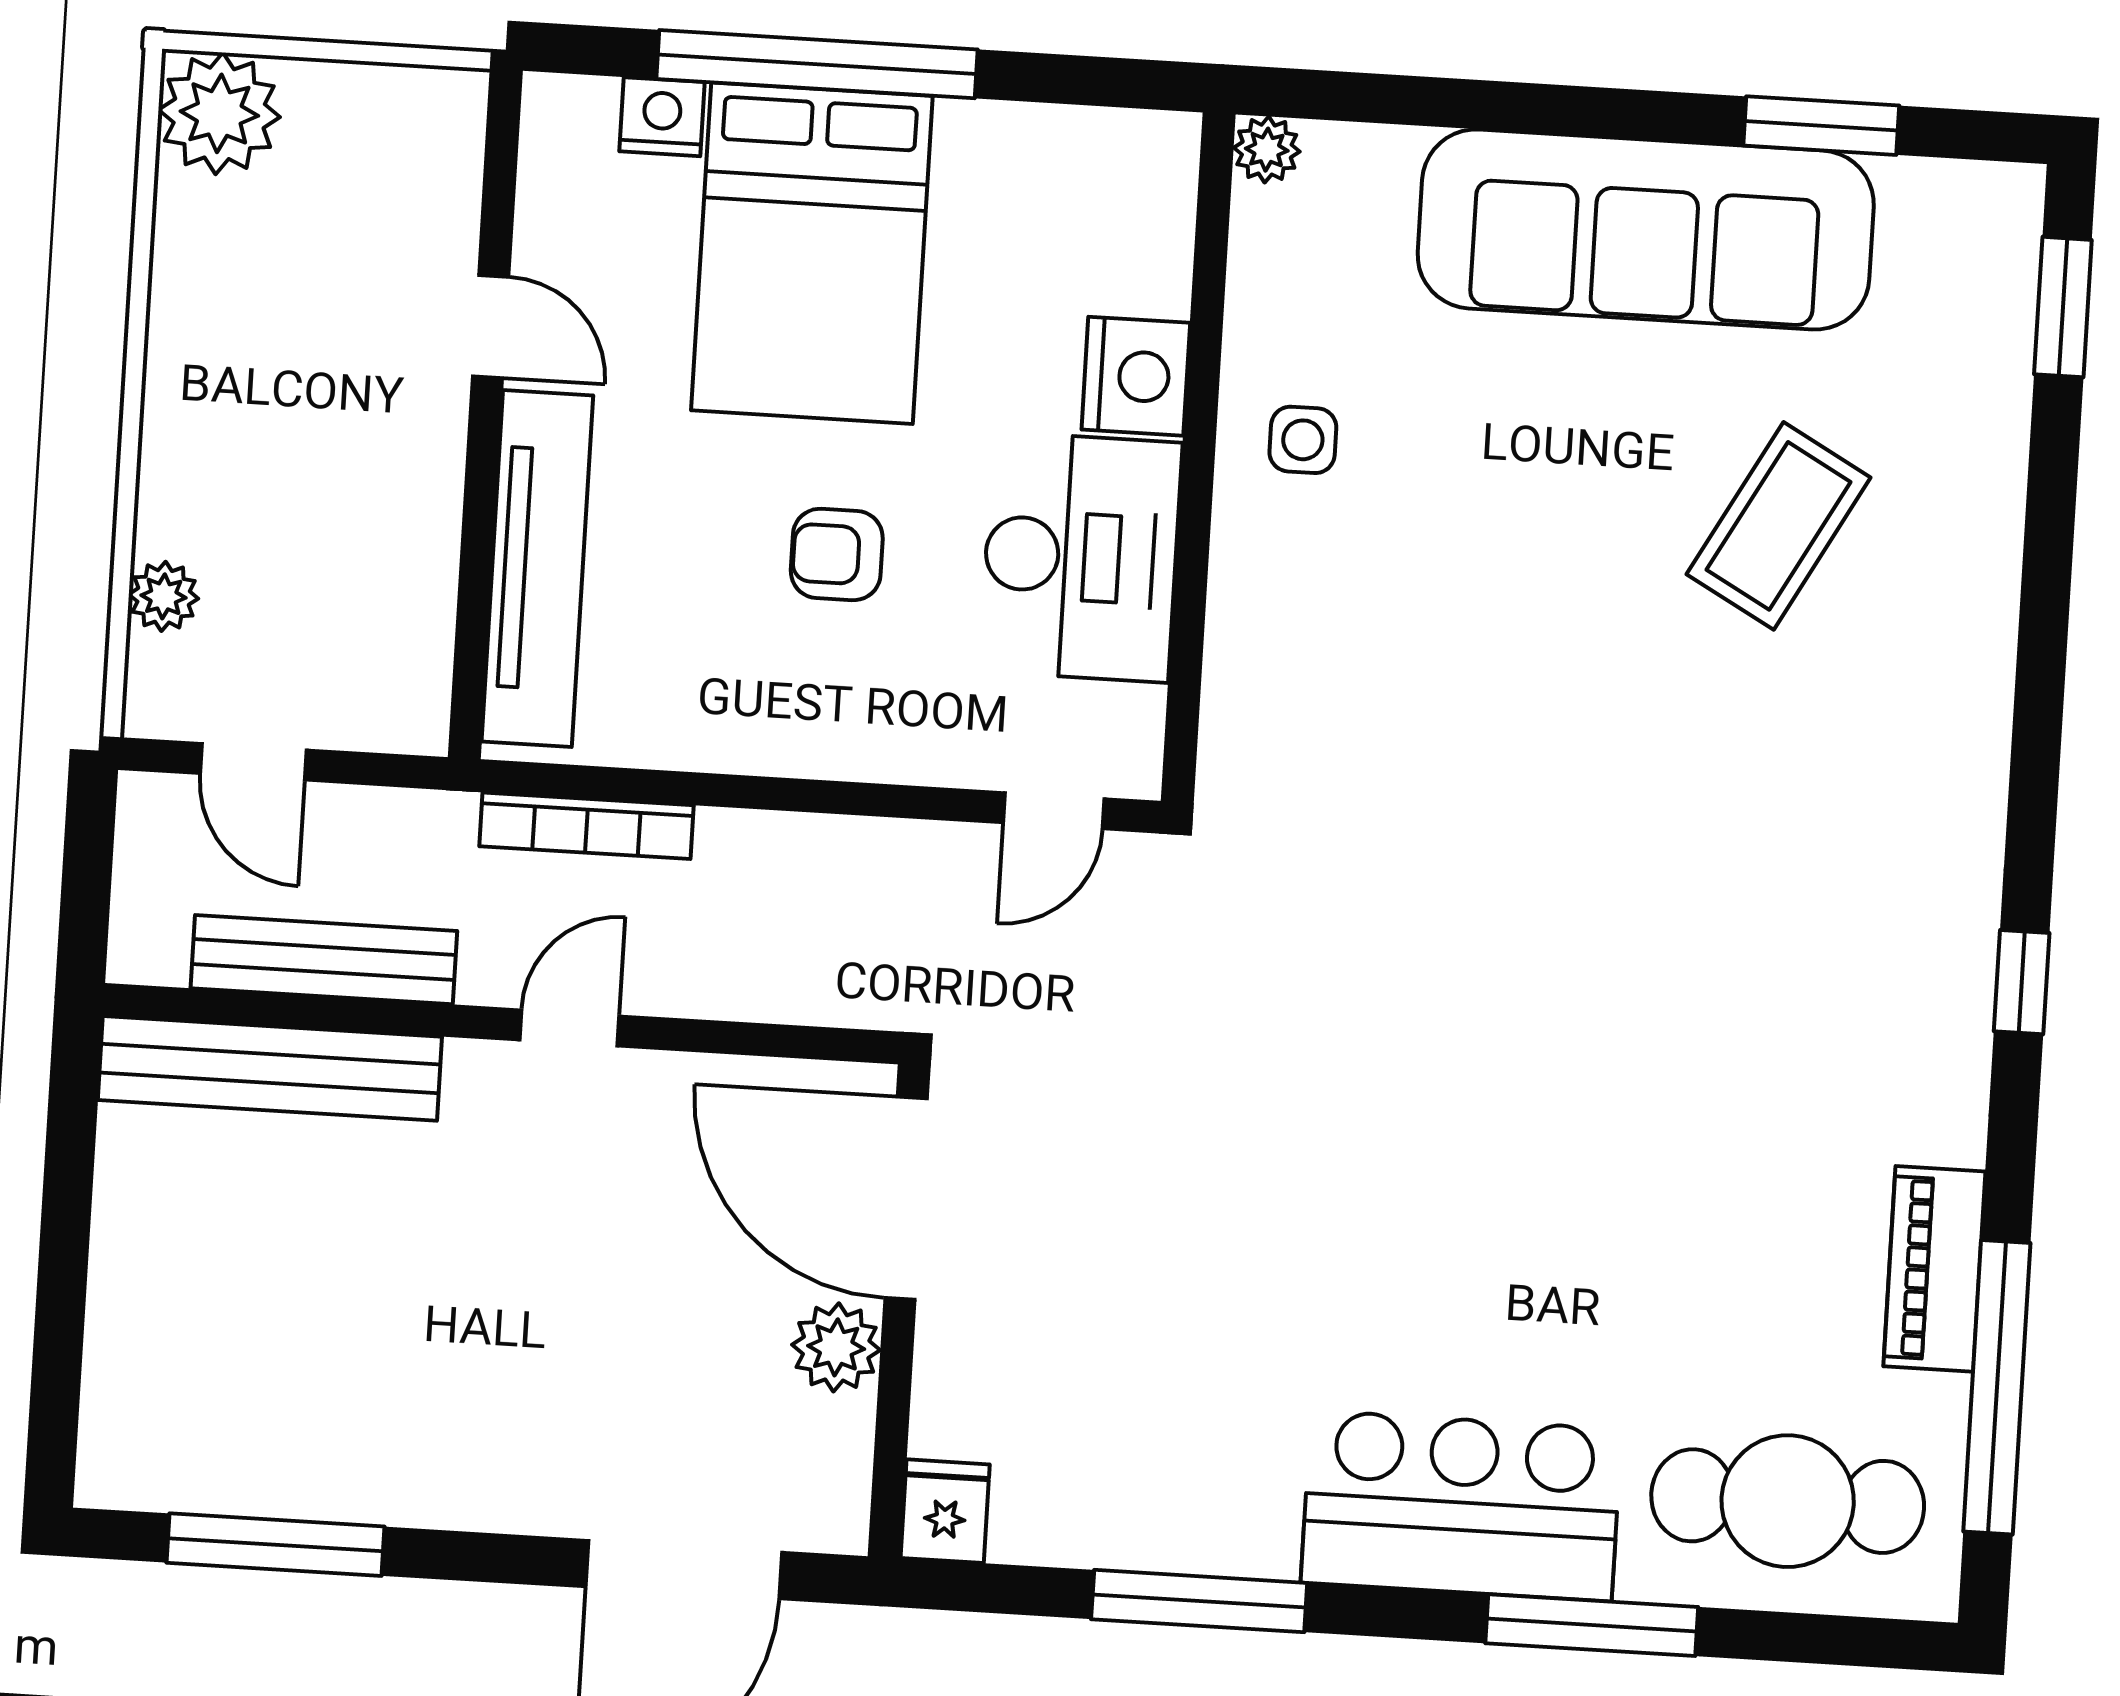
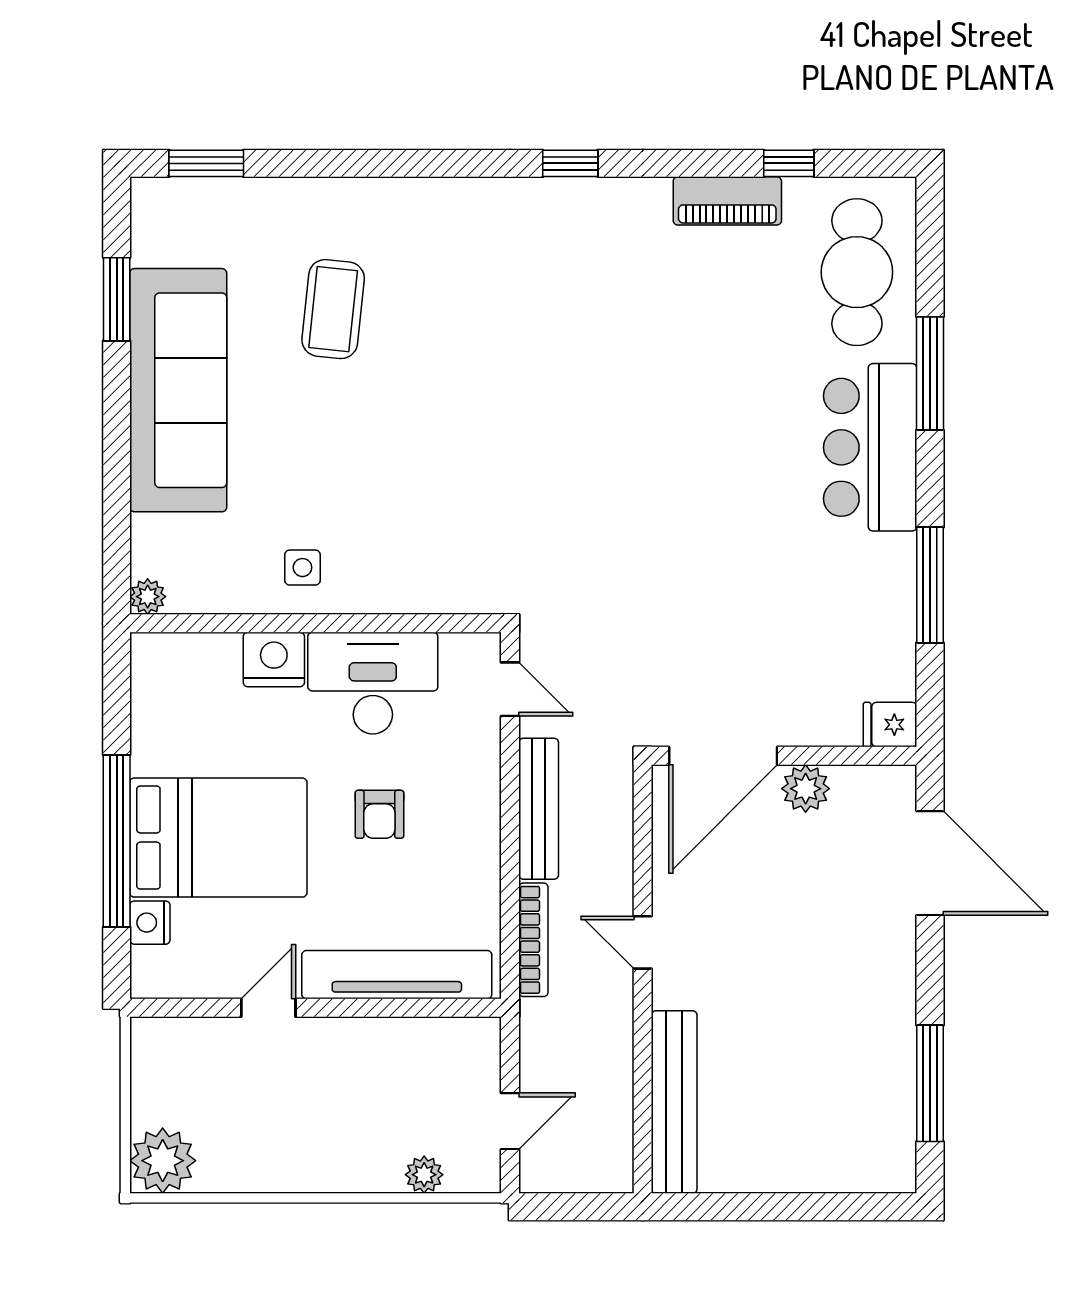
coffee table: (1779, 526) -> (333, 309), turned 67
bench: (324, 960) -> (539, 809), moved
window: (1997, 1387) -> (789, 163), width x0.32

